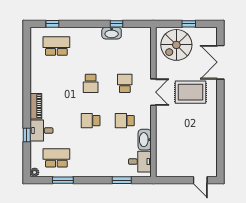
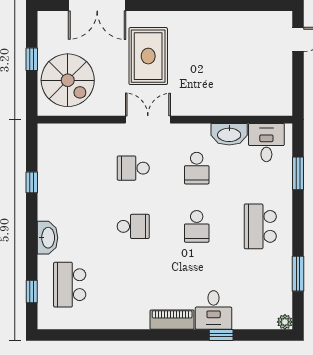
washbasin: (112, 33) -> (48, 238), moved
school desk: (56, 158) -> (260, 226), moved

